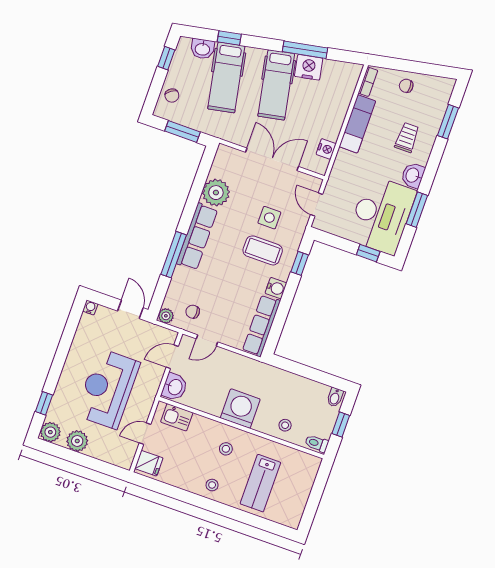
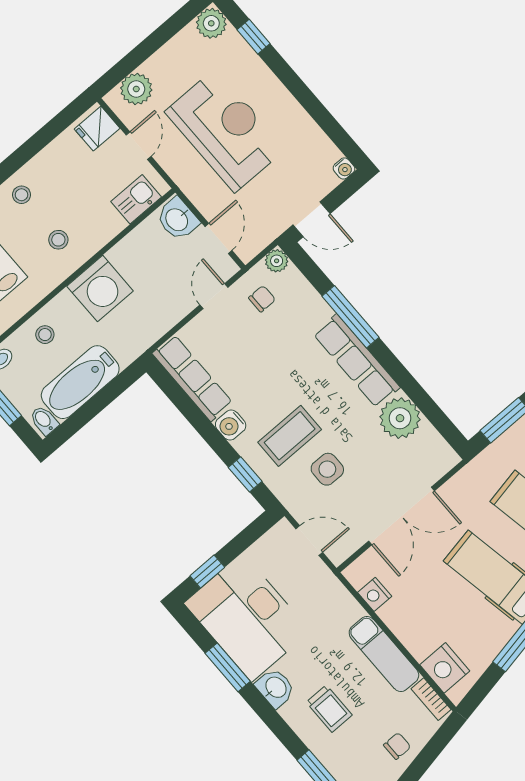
nightstand: (309, 67) -> (445, 668), moved, turned 101
bathtub: (301, 389) -> (80, 382), added
plant: (77, 441) -> (136, 89), moved

